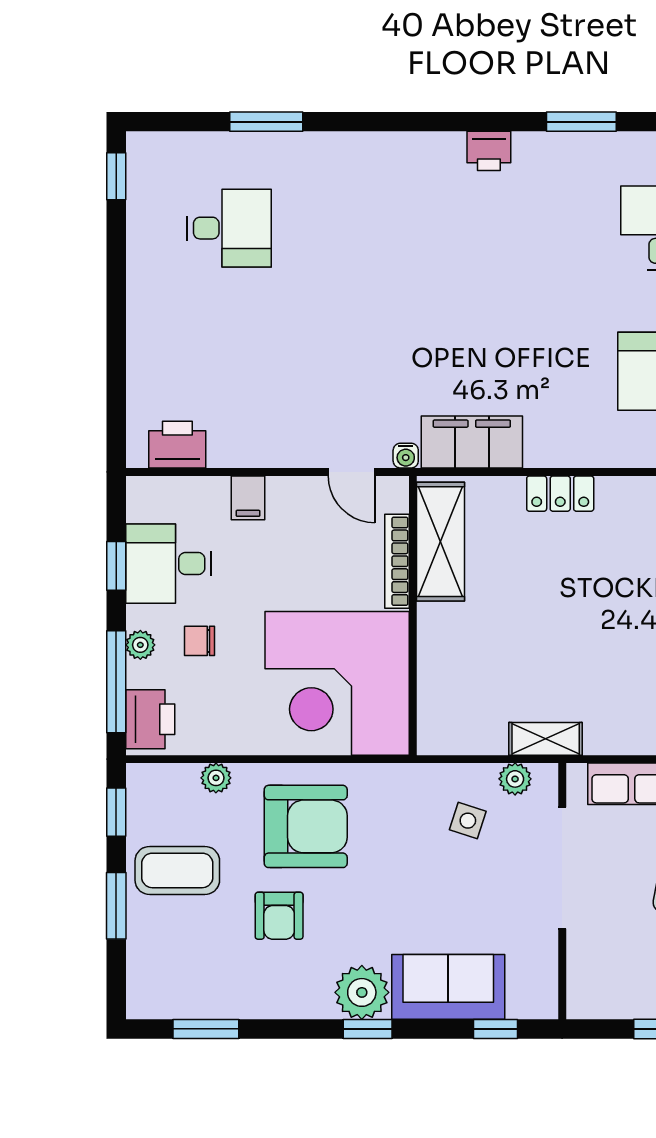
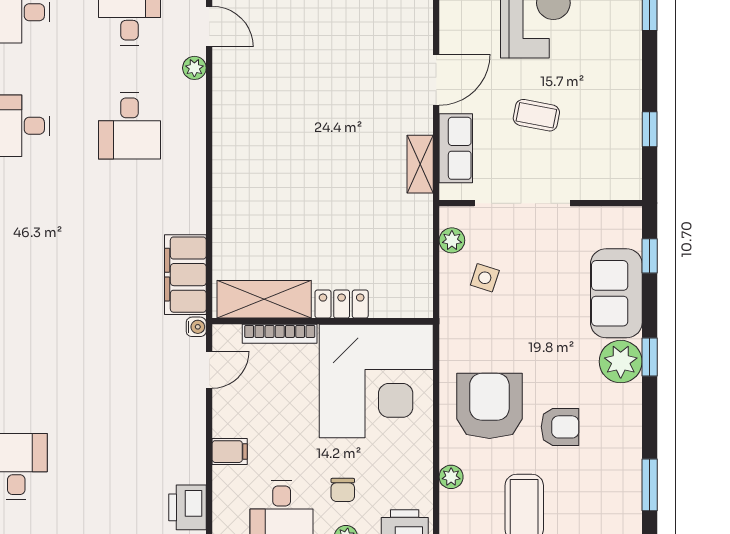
locker: (560, 494) -> (342, 304), moved, turned -90
shelving: (546, 739) -> (420, 164), moved

